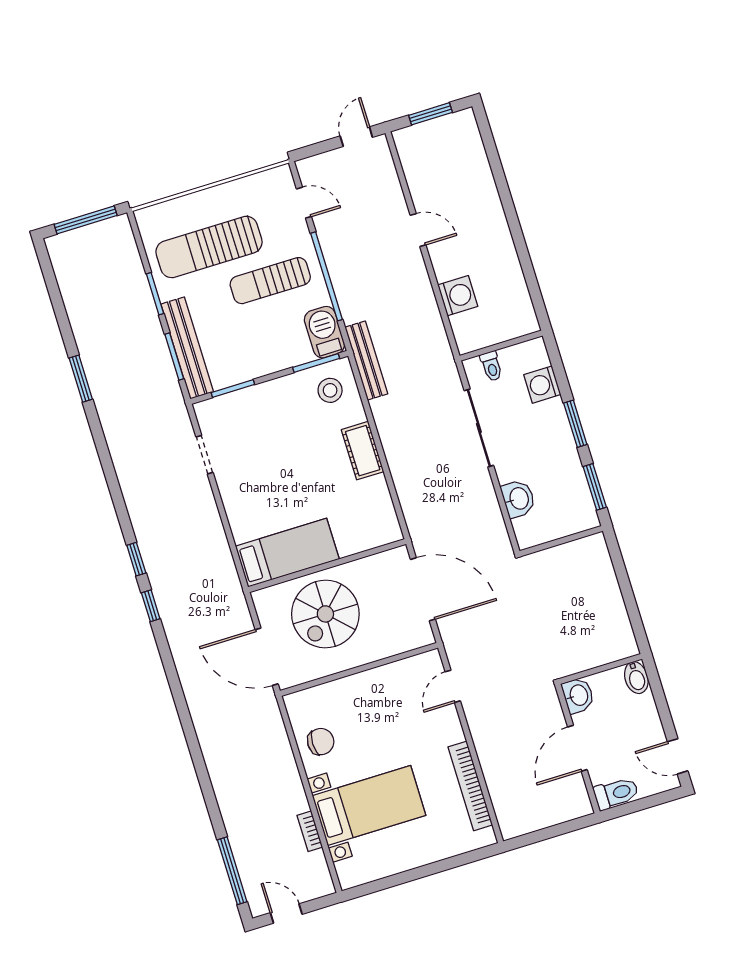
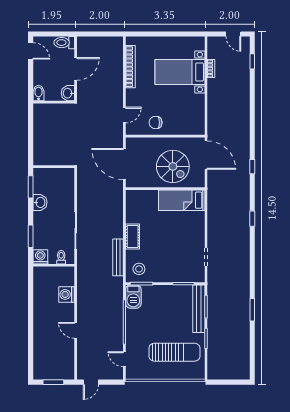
window: (86, 220) -> (227, 382), removed
sun lounger: (270, 281) -> (151, 328), removed
bench: (366, 361) -> (118, 257), moved
washing machine: (542, 385) -> (40, 257), moved, turned -90
window: (575, 424) -> (31, 236), moved
washbasin: (518, 499) -> (40, 202), moved, turned 180
window: (151, 606) -> (252, 167), moved
spiral stairs: (325, 614) -> (173, 166), turned 90
chair: (321, 742) -> (156, 123), moved
window: (232, 871) -> (252, 61), width x0.46

